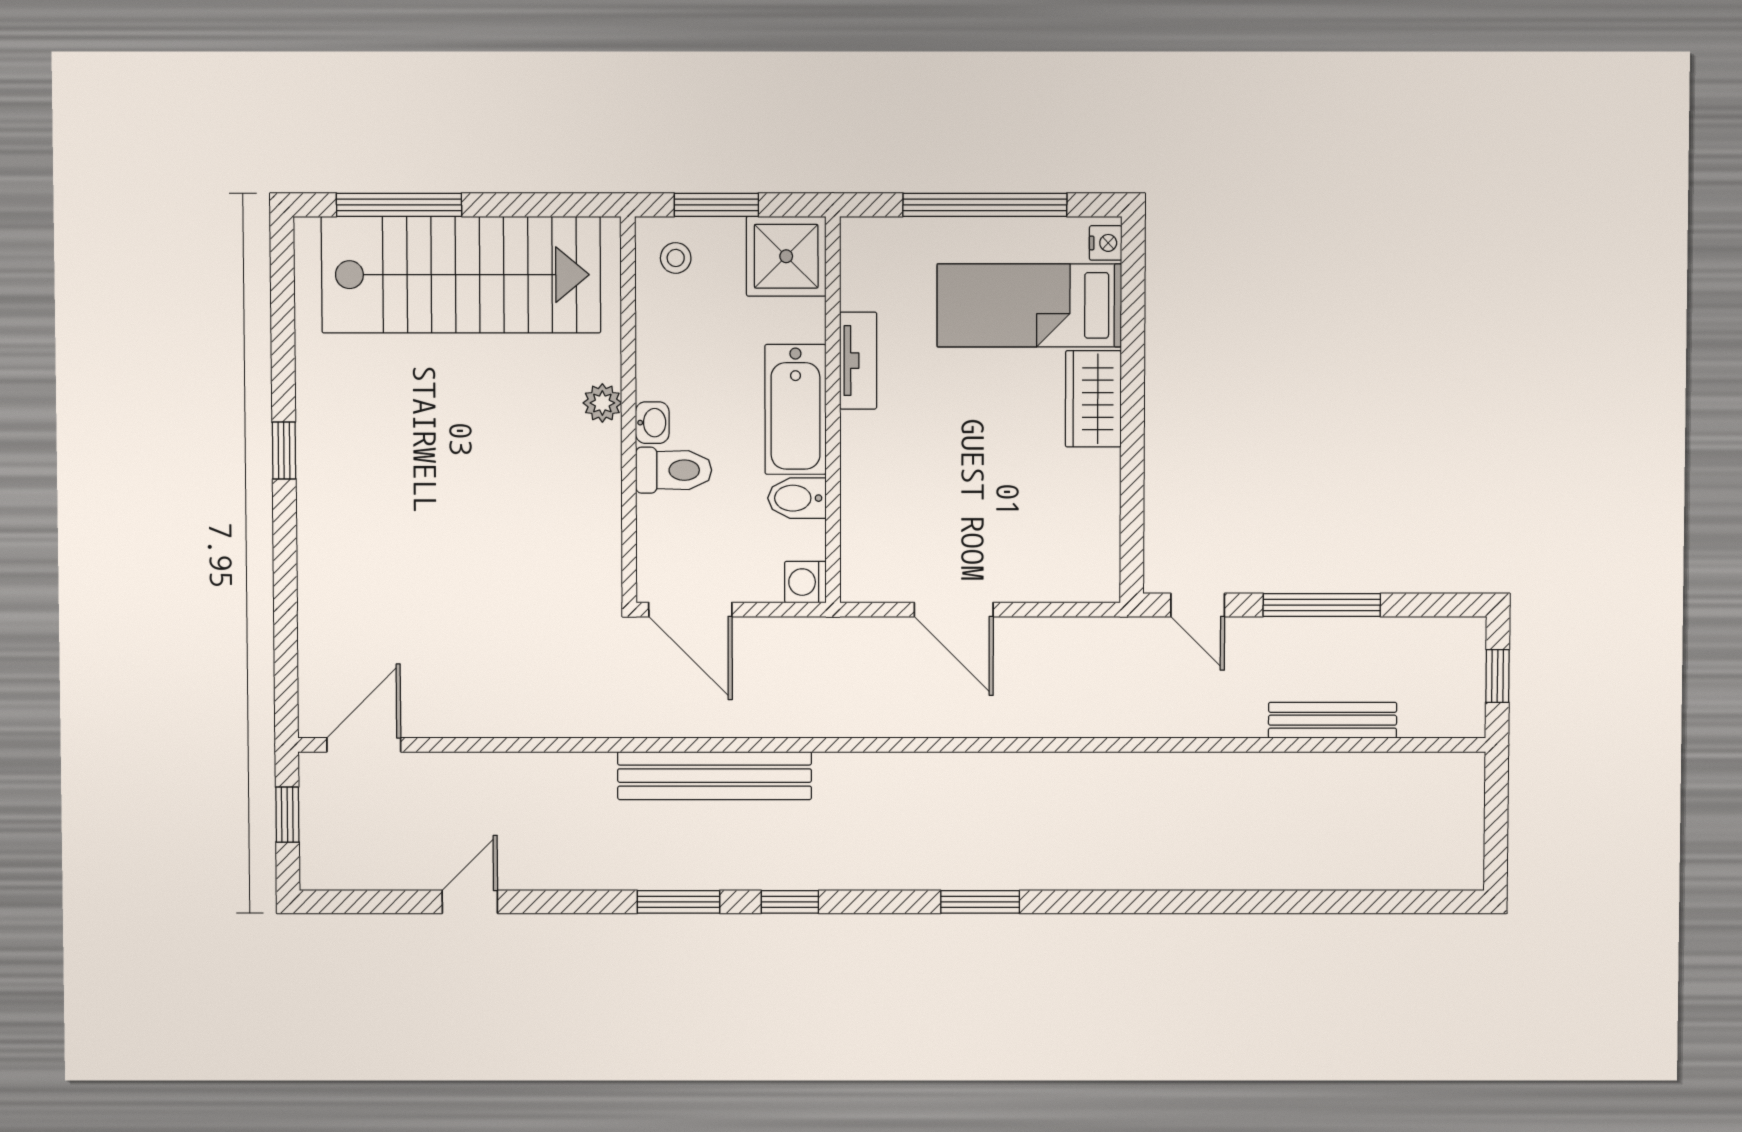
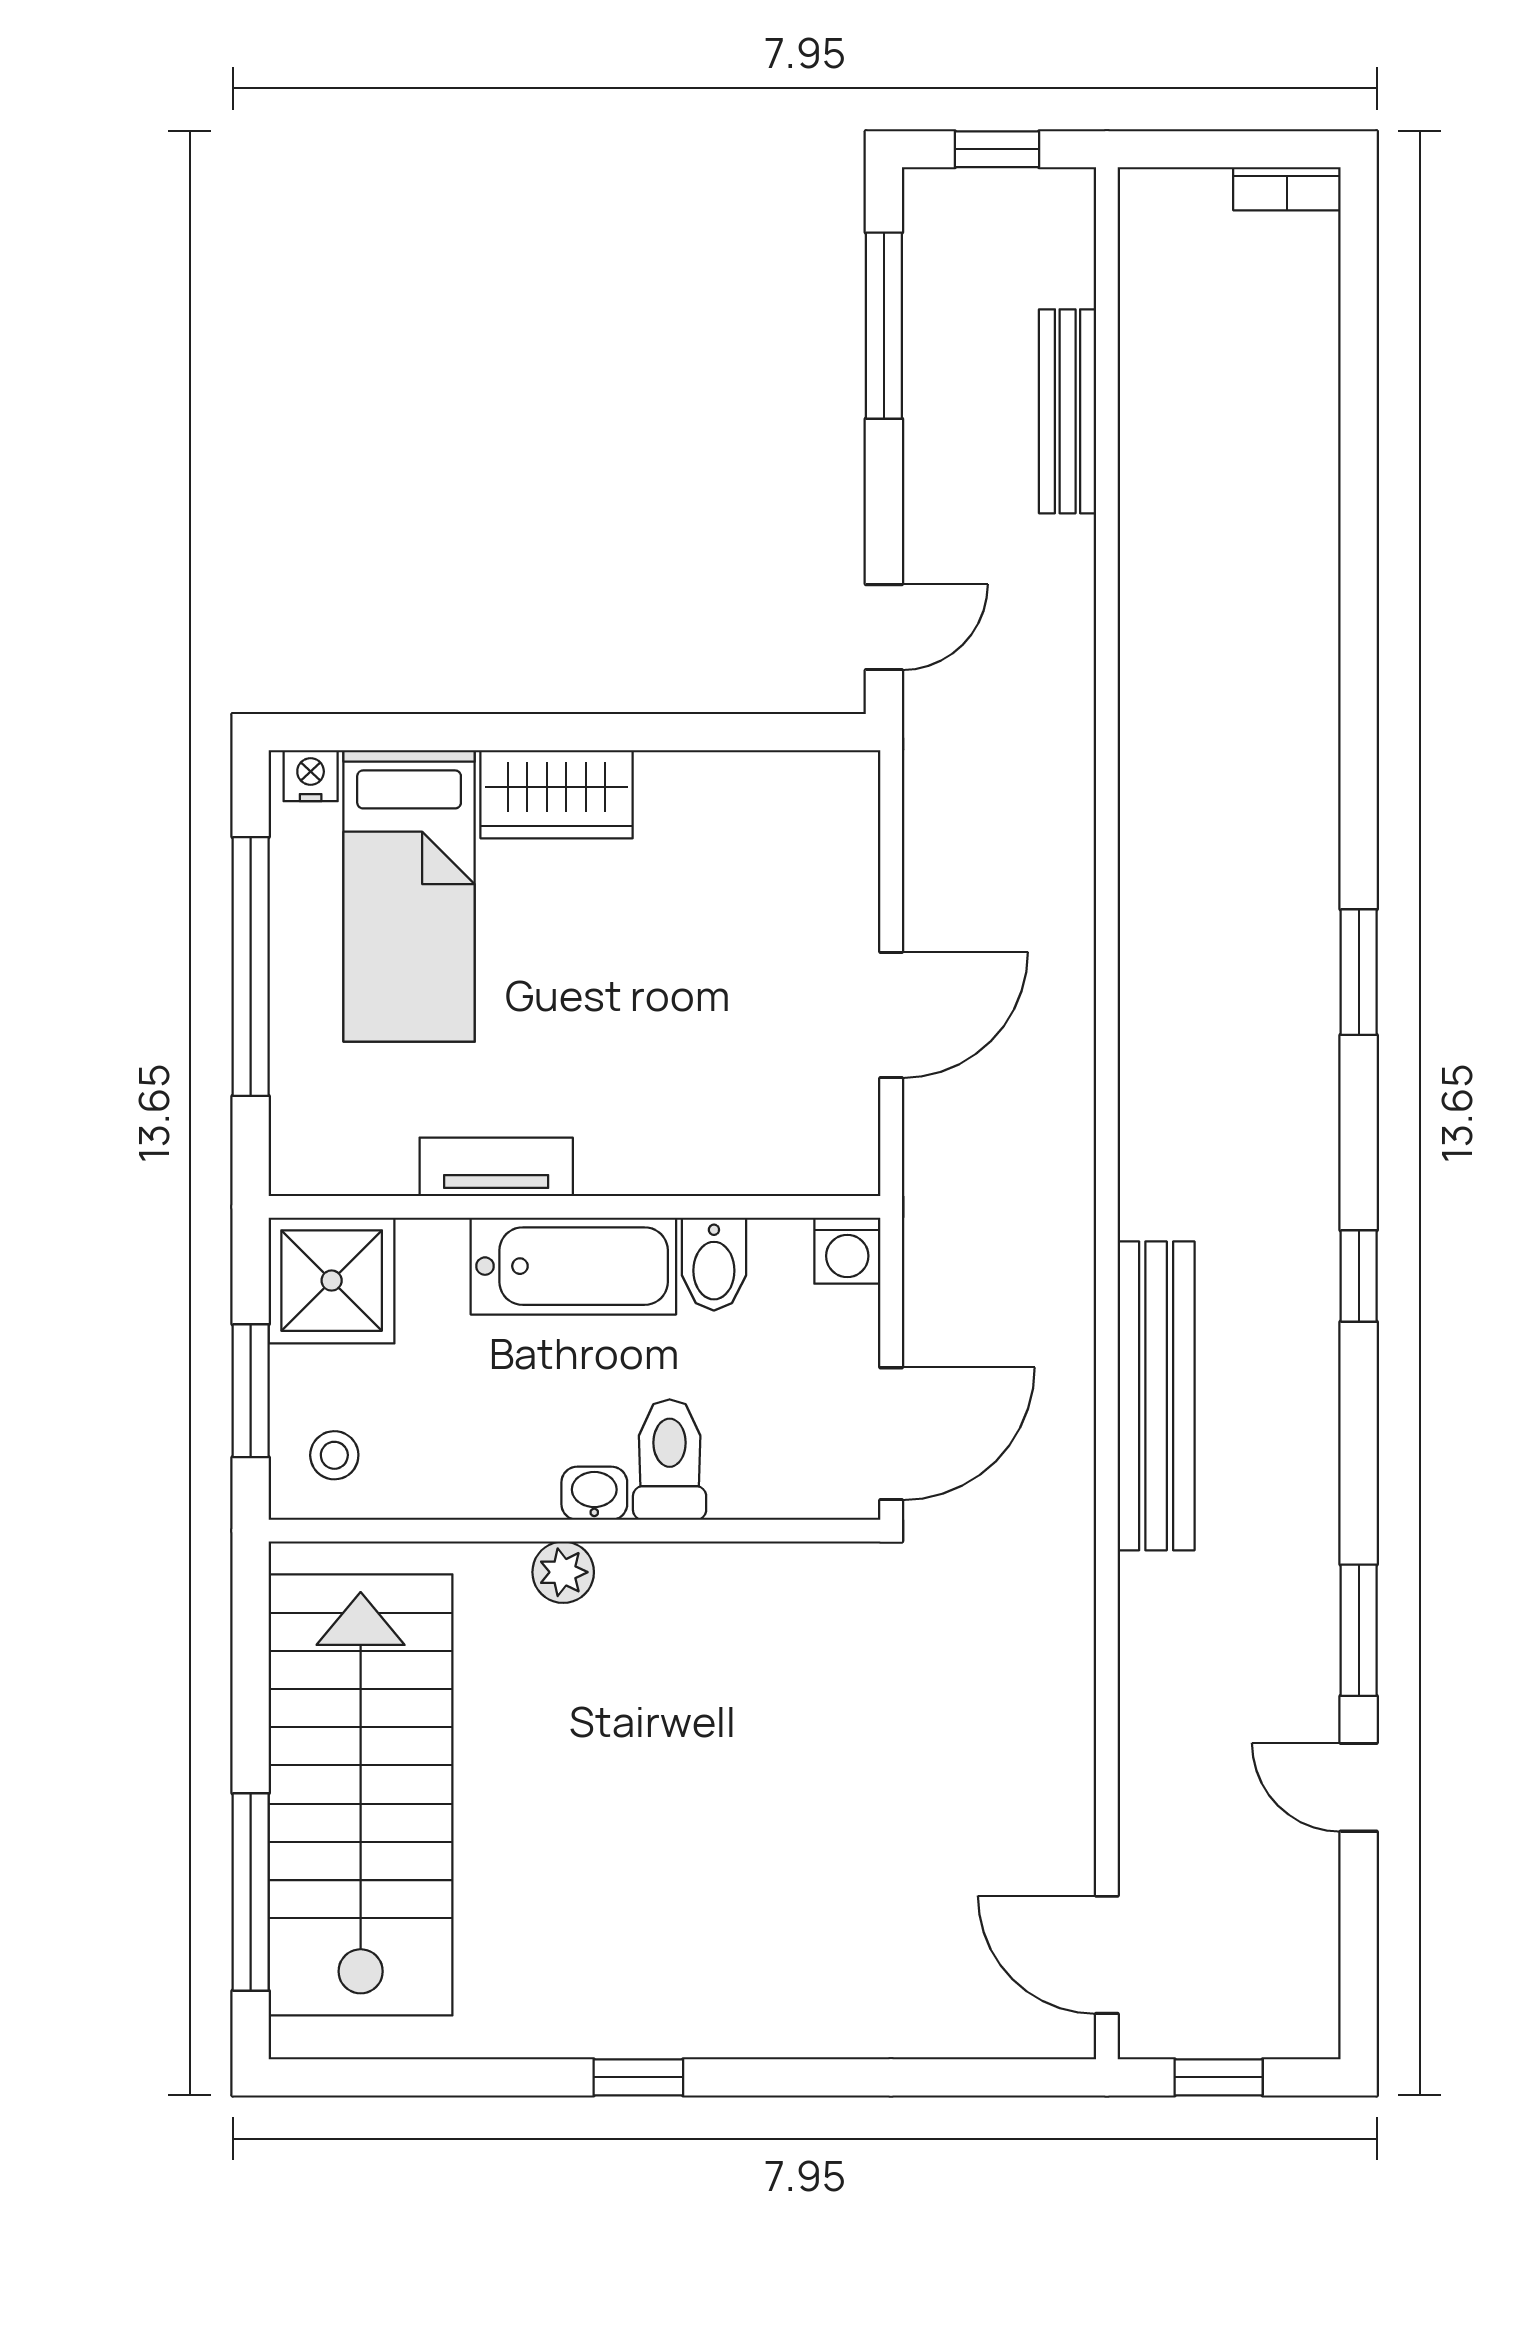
window: (1322, 605) -> (884, 326), moved
bookcase: (1471, 857) -> (1287, 189), added
window: (678, 902) -> (1359, 1630), moved

